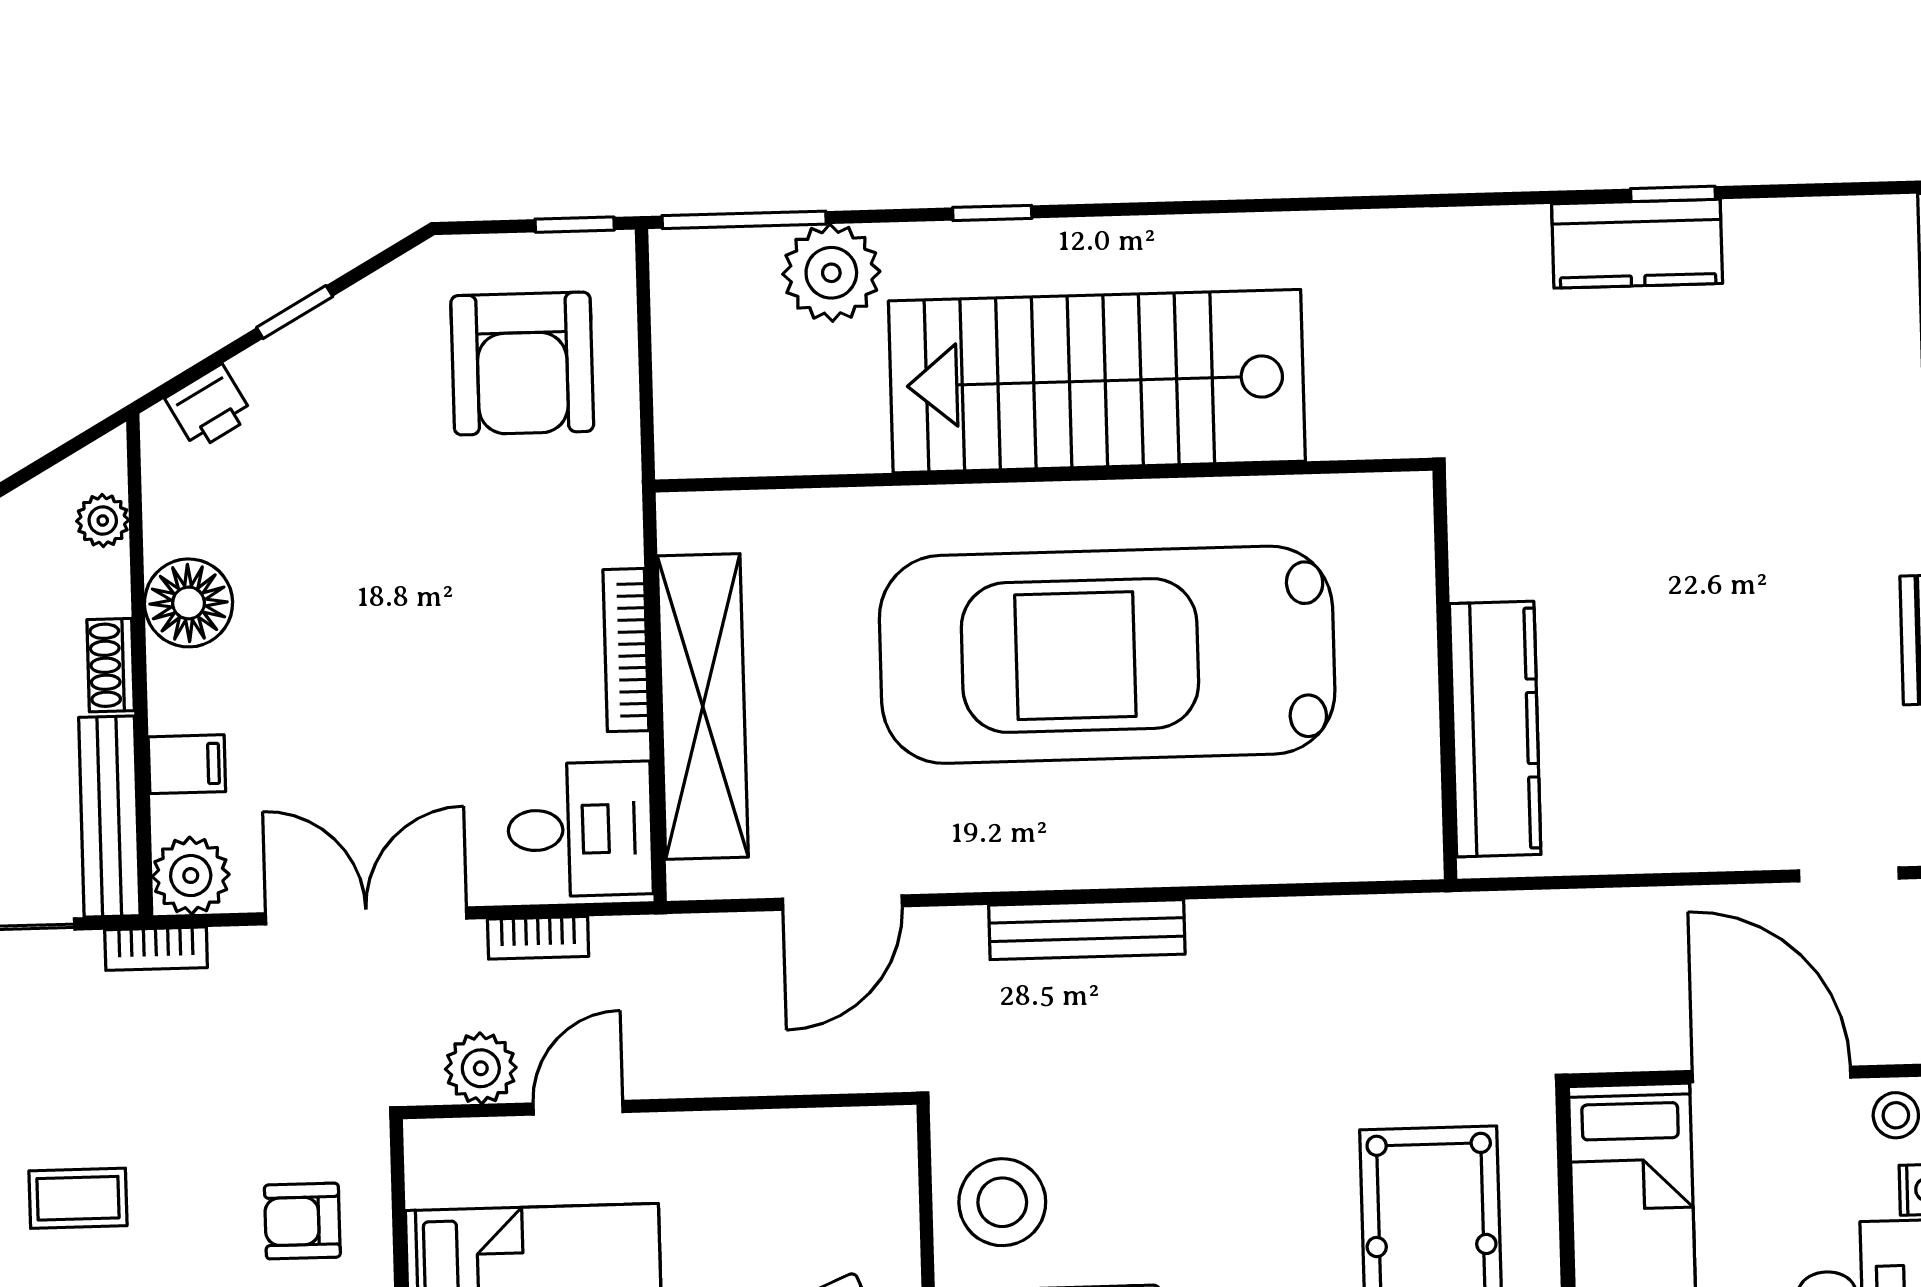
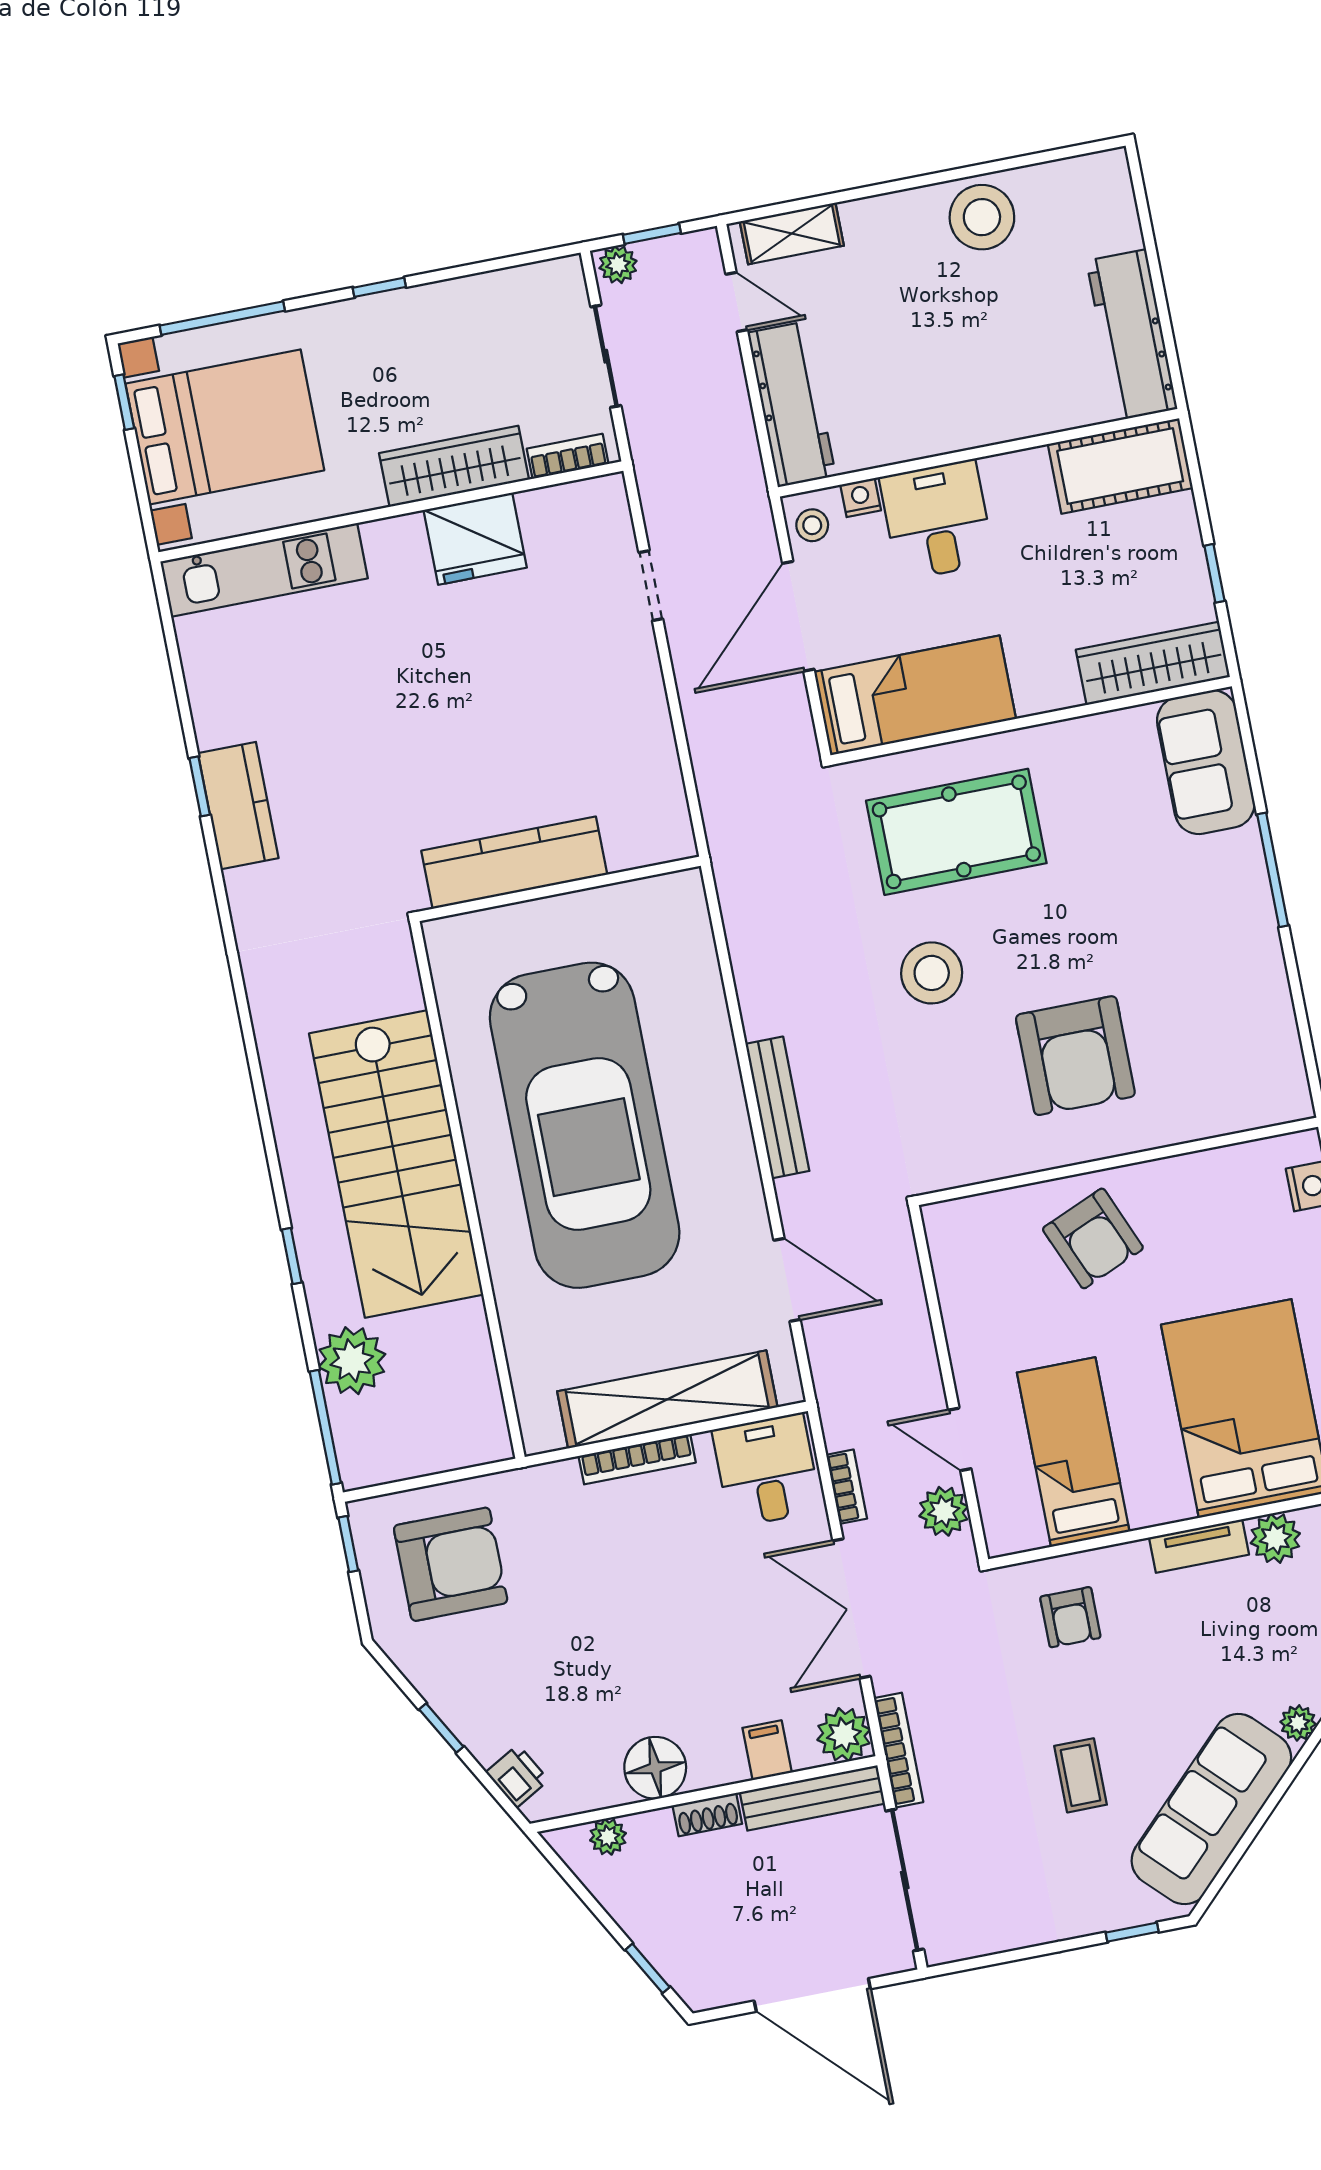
kitchen counter: (1495, 729) -> (514, 863), moved
bookcase: (156, 949) -> (899, 1750), width x1.56
stool: (1002, 1202) -> (932, 973), moved

